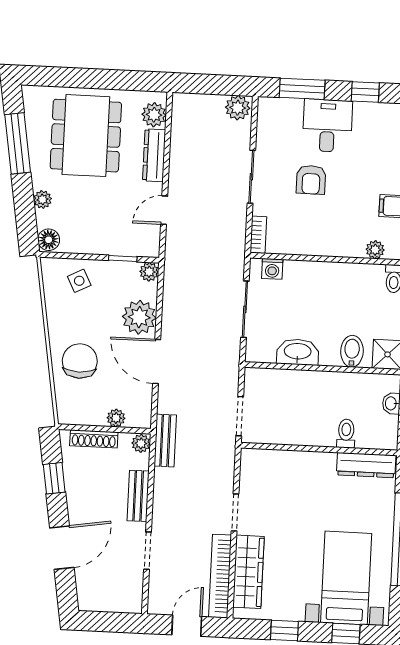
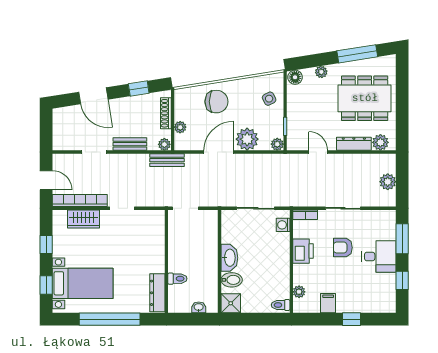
plant: (238, 108) -> (388, 182), moved
printer: (313, 241) -> (303, 251), added
washbasin: (298, 352) -> (229, 258), moved
wardrobe: (248, 572) -> (84, 219), width x0.67

